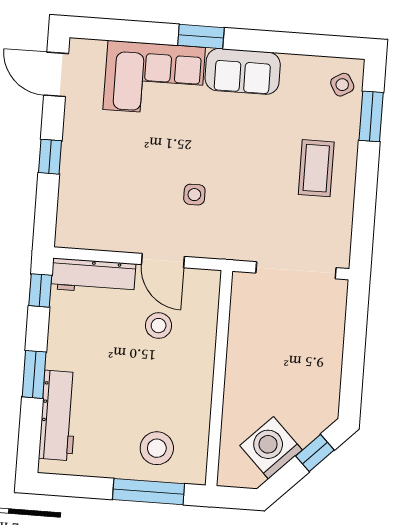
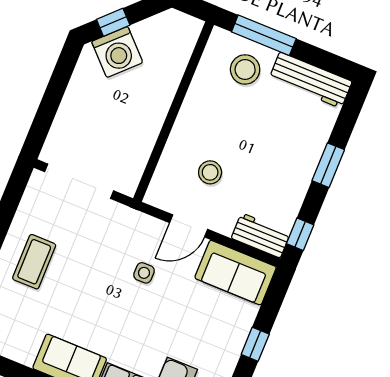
sofa: (96, 227) -> (236, 273), added
door: (163, 261) -> (189, 226), swing flipped
workbench: (93, 276) -> (261, 235), width x0.73
workbench: (58, 415) -> (311, 80), moved, turned -90
washing machine: (271, 448) -> (117, 52), moved

